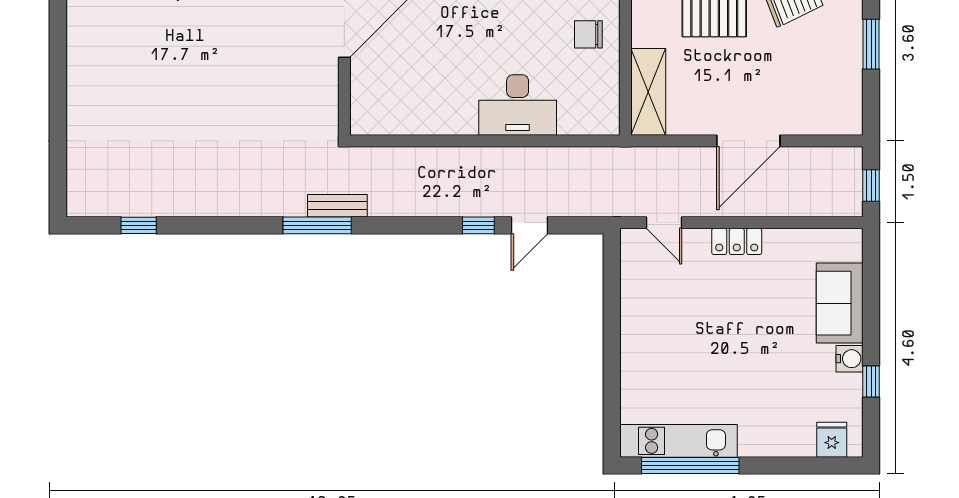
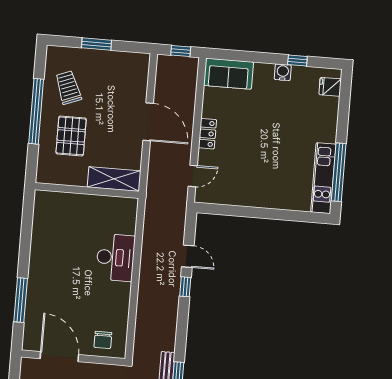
chair: (588, 34) -> (103, 340), moved
sofa: (840, 303) -> (228, 74), moved

